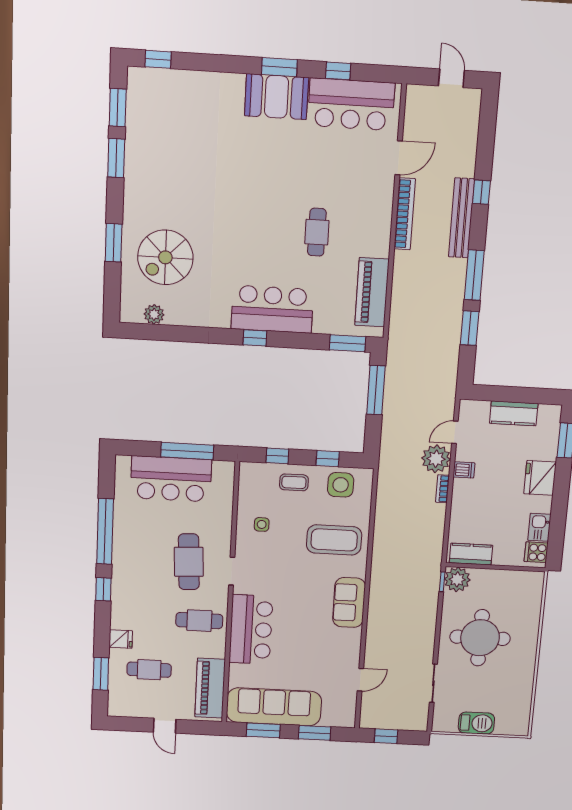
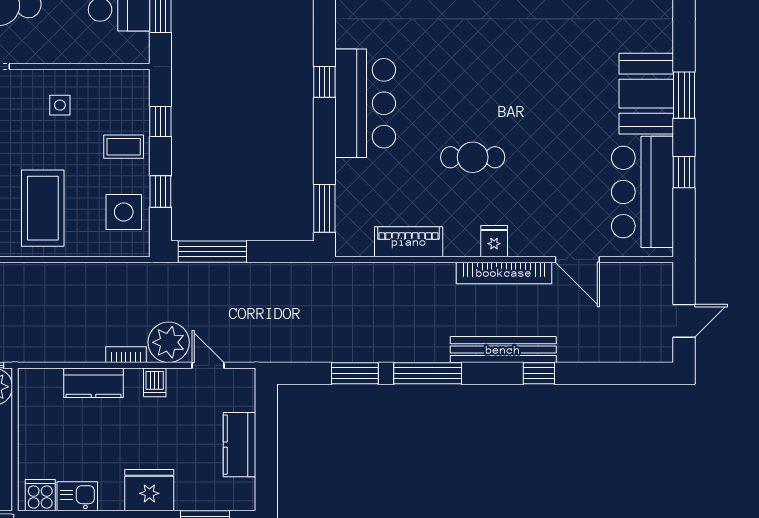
fridge: (380, 220) -> (494, 241), added
piano: (372, 292) -> (409, 242), width x0.73, depth x0.75
window: (376, 390) -> (212, 252), moved
coffee table: (294, 482) -> (124, 147), turned 90
kitchen counter: (471, 554) -> (93, 383), moved, turned 90

